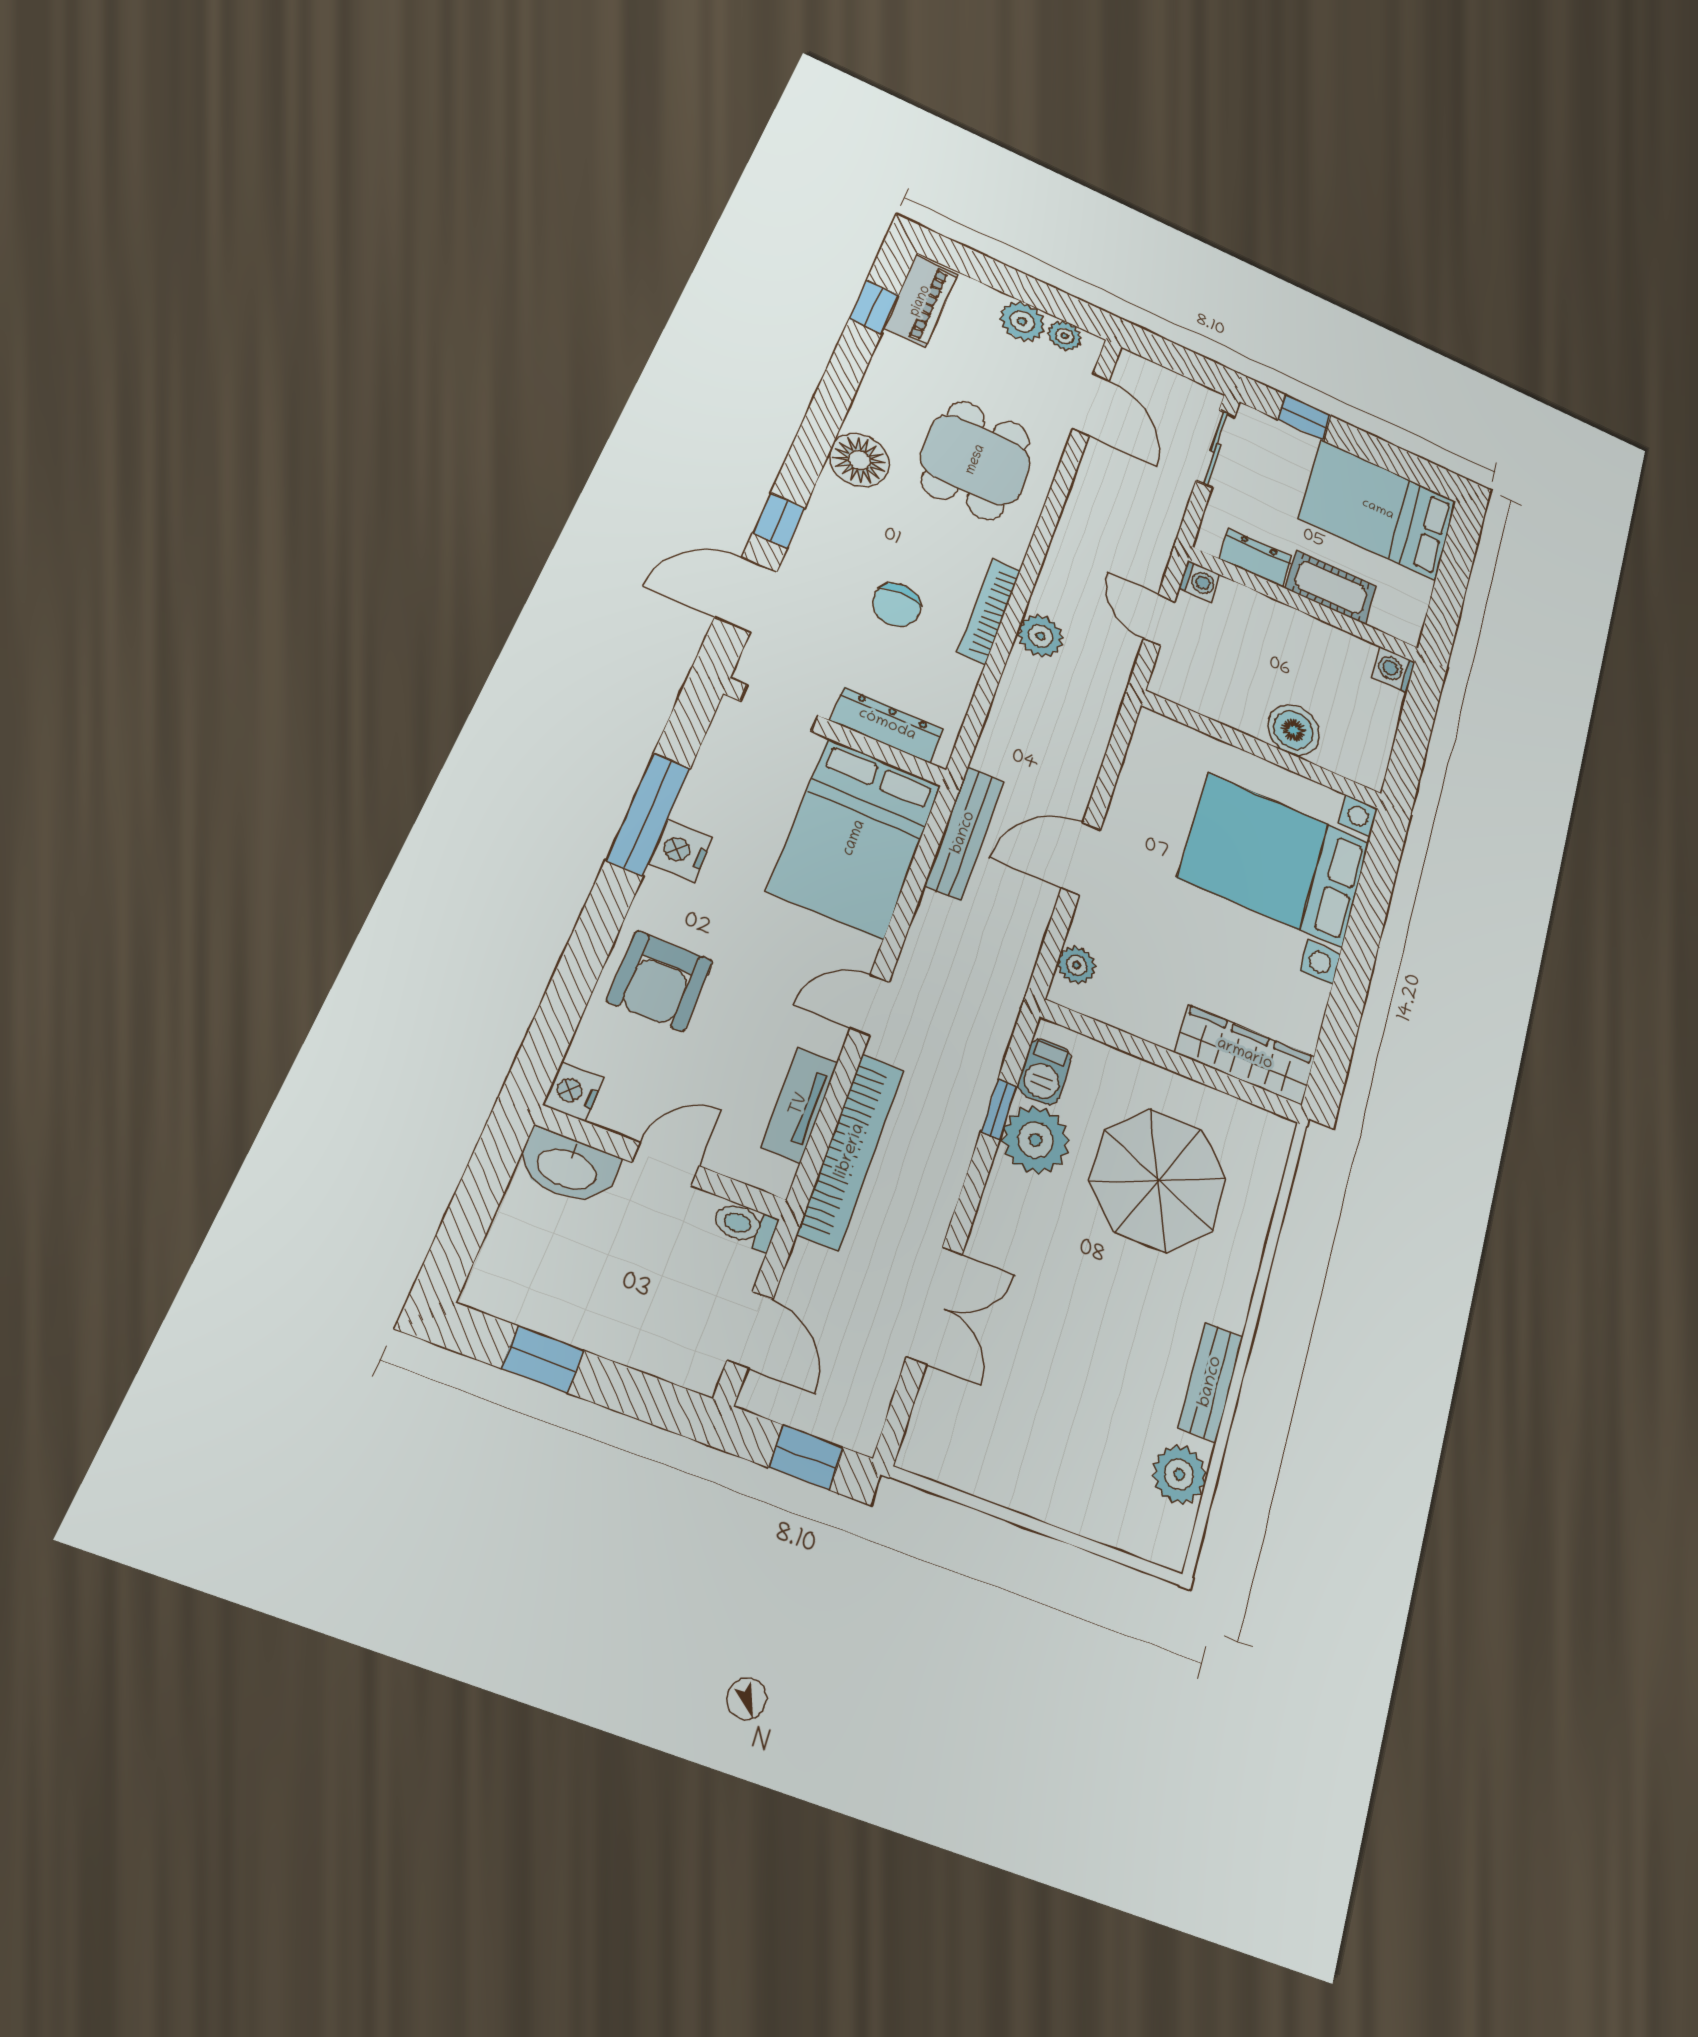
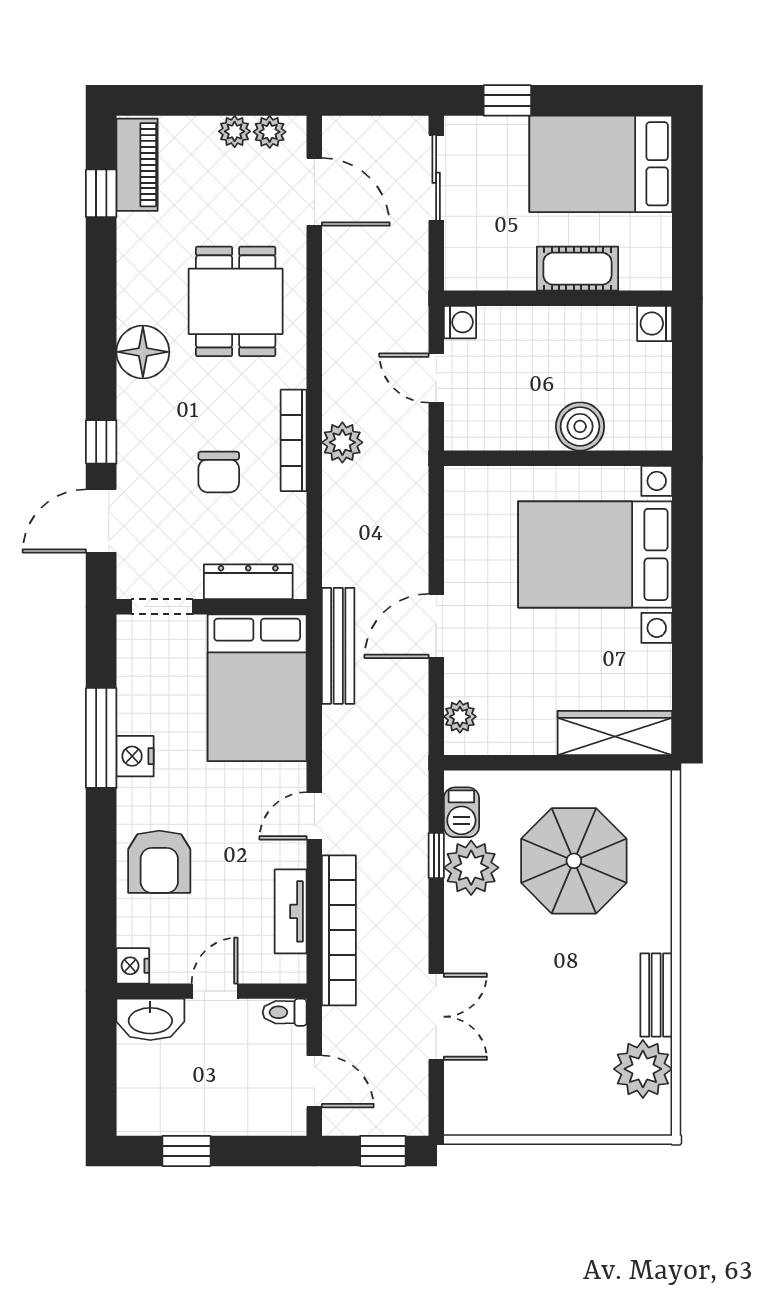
plant: (1022, 321) -> (235, 131), width x0.73, depth x0.73
dresser: (1255, 558) -> (502, 273), removed
plant: (1179, 1475) -> (643, 1069), width x1.36, depth x1.36

